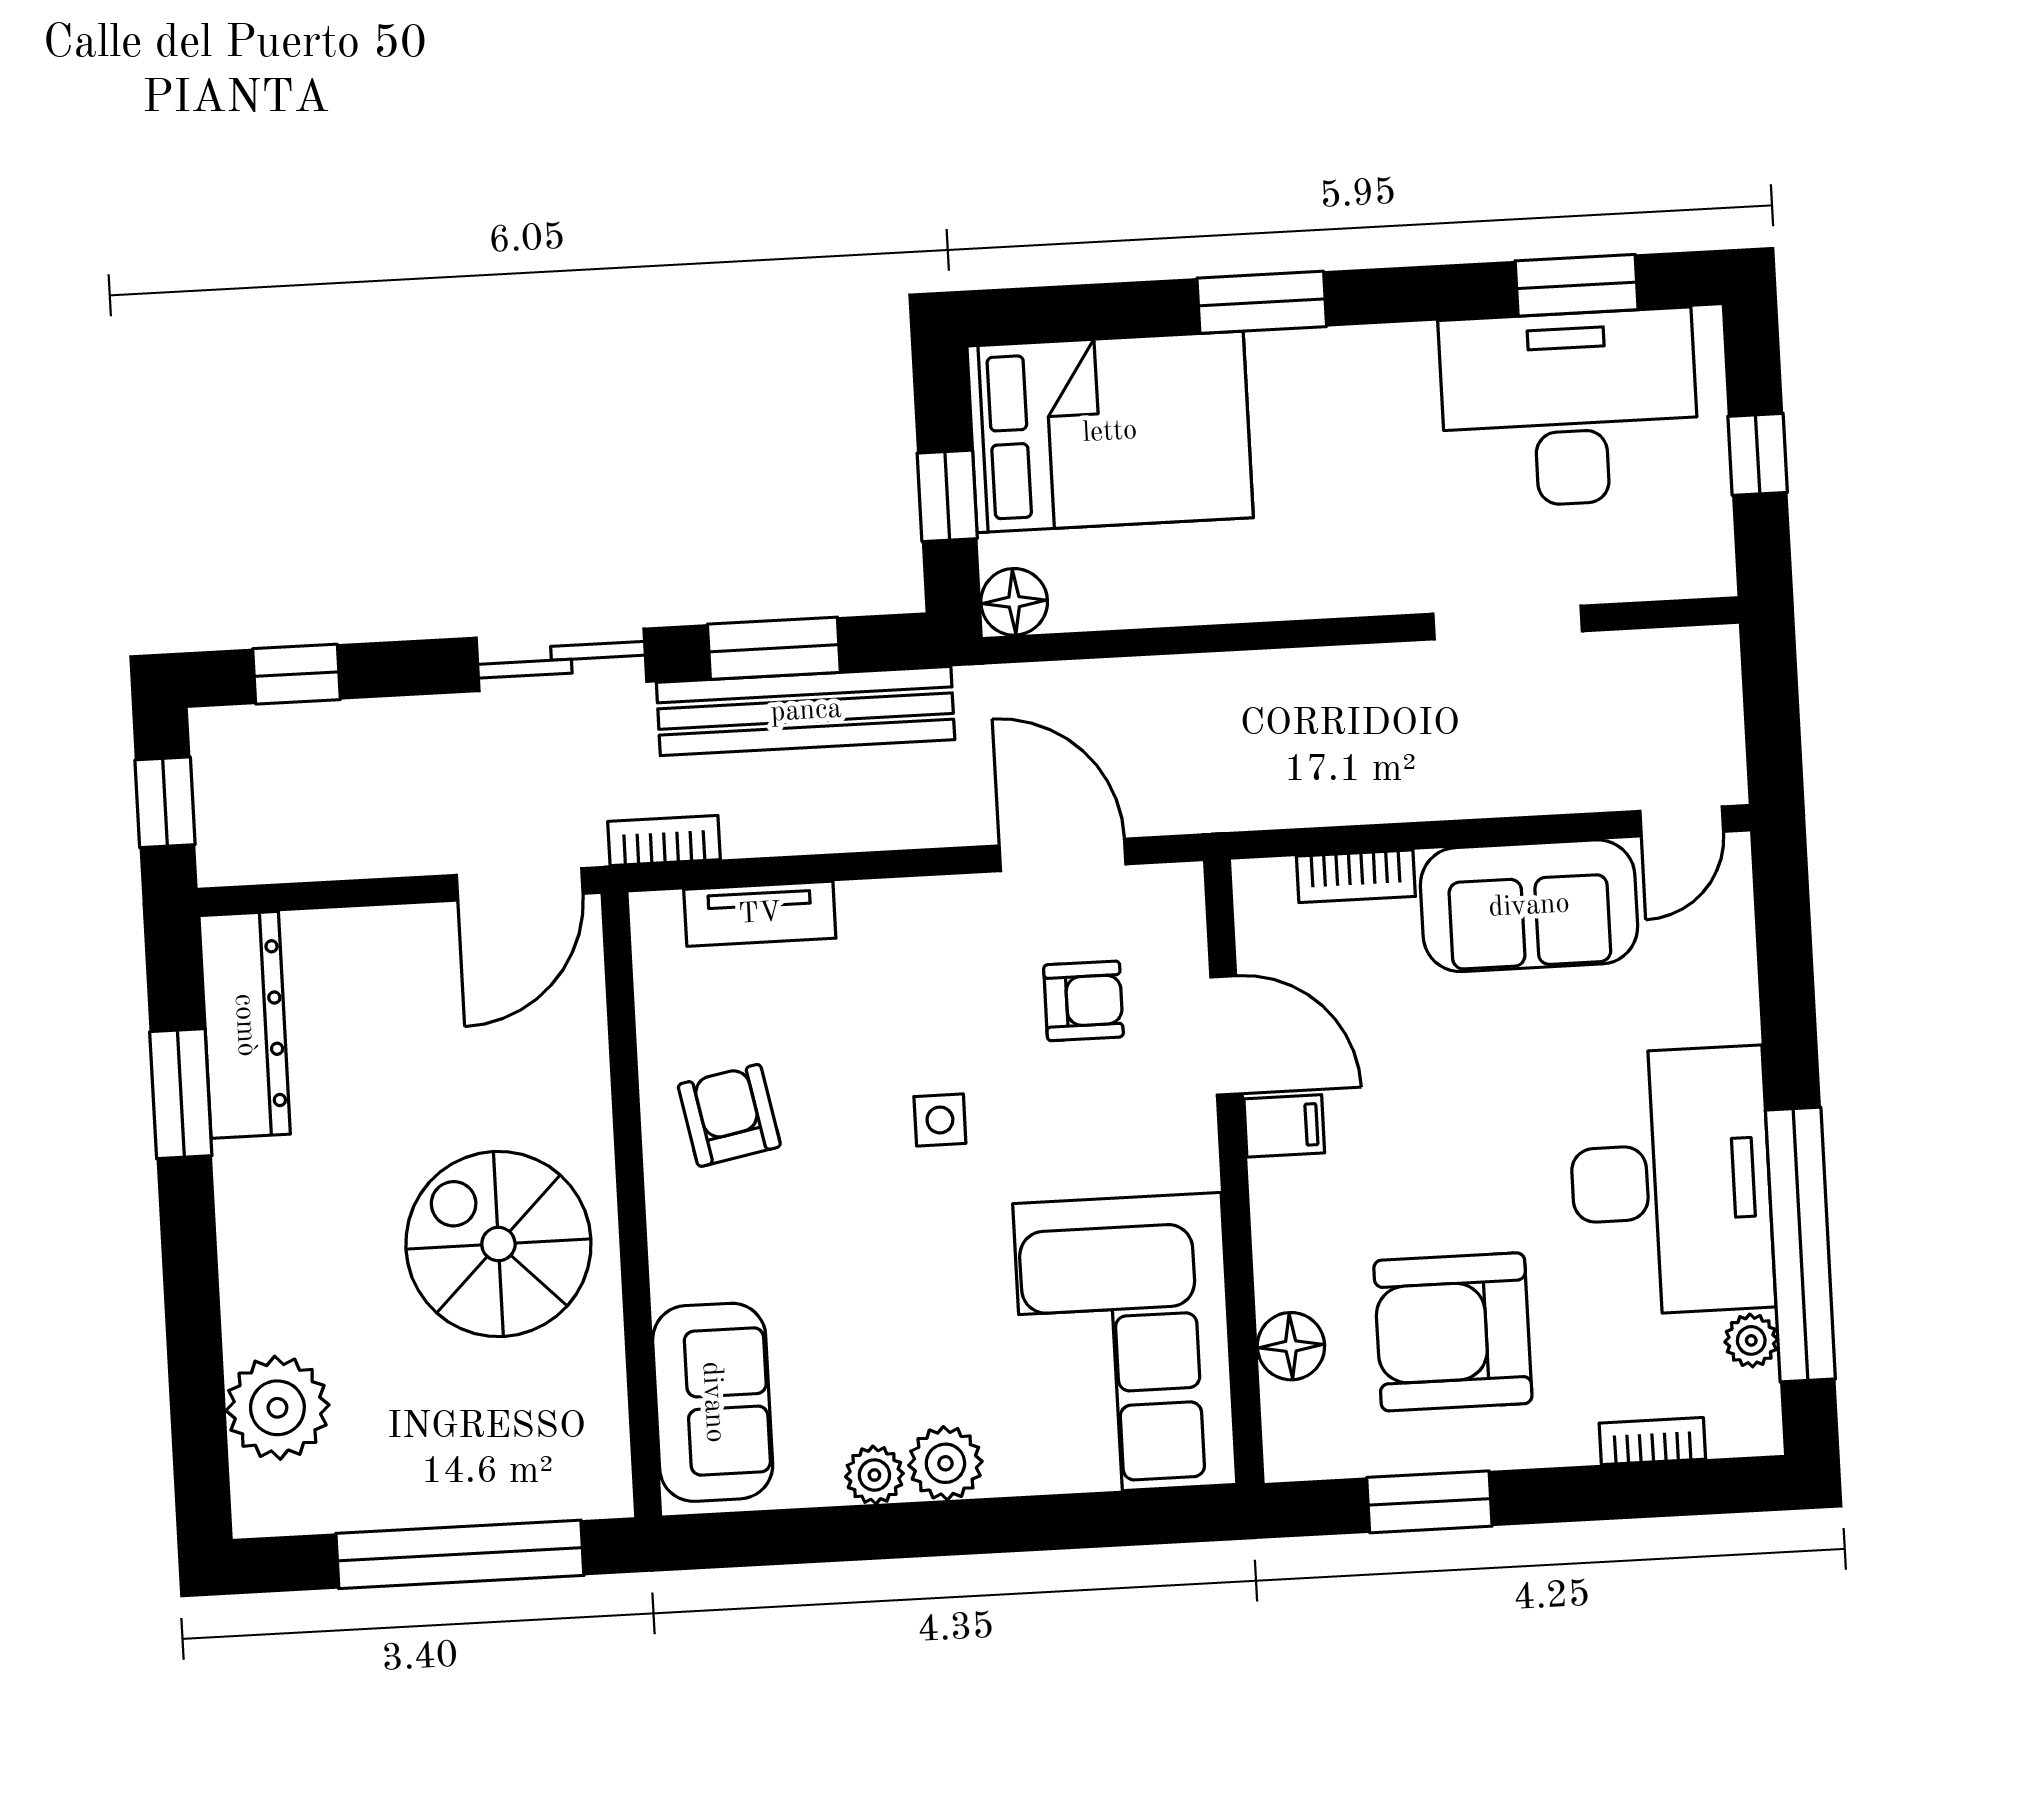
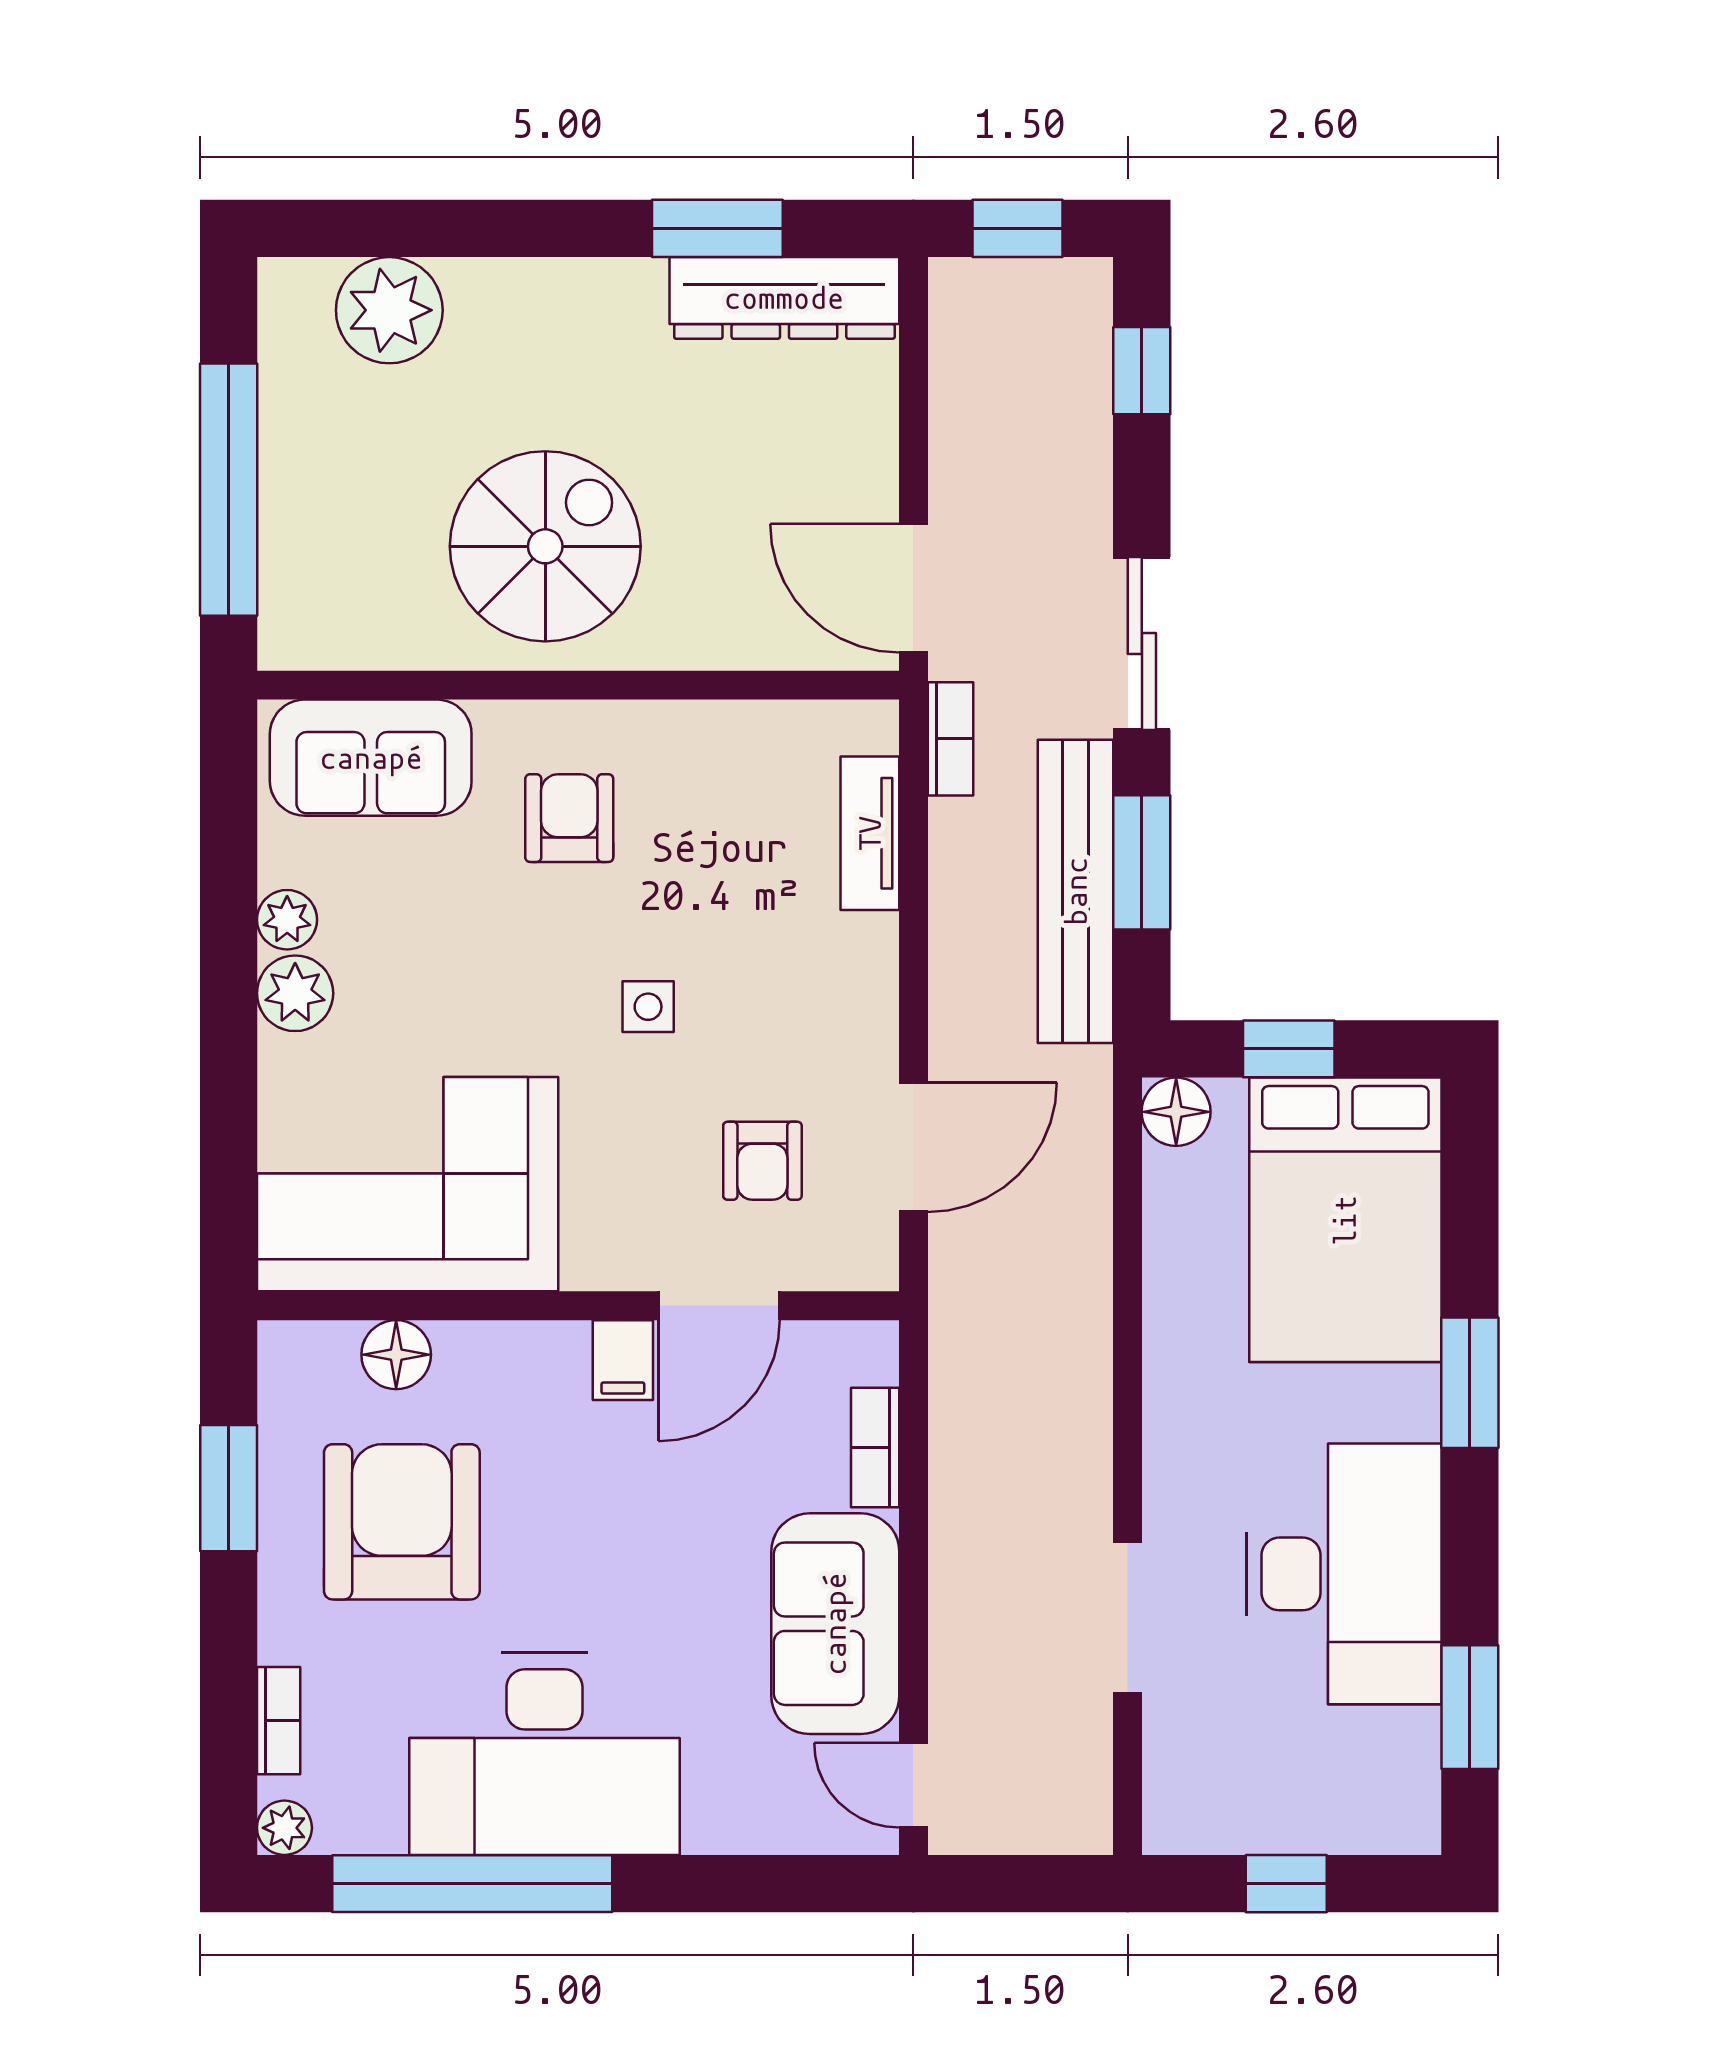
desk: (1569, 409) -> (1344, 1574), moved
armchair: (729, 1115) -> (569, 818), moved, turned -79
plant: (1751, 1340) -> (284, 1828), moved

